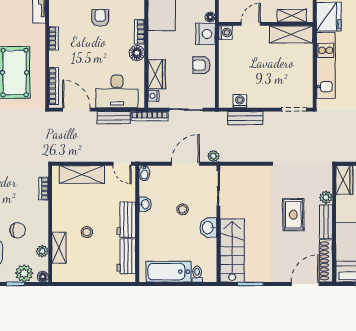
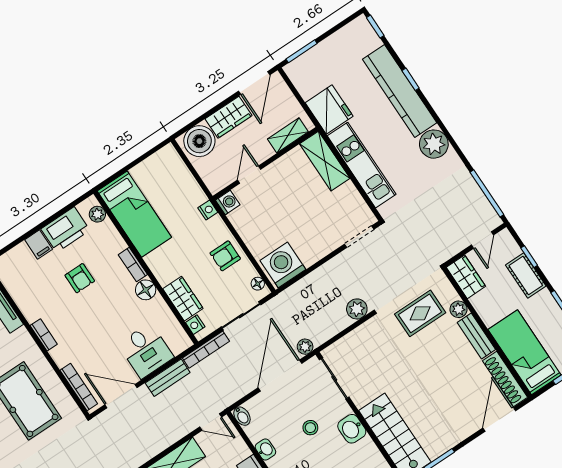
floor lamp: (210, 17) -> (258, 284), moved
armchair: (100, 18) -> (80, 278), turned 180
nightstand: (205, 34) -> (208, 210), width x0.53, depth x0.56
shelving: (291, 34) -> (325, 161), moved, turned 90
desk: (117, 91) -> (146, 351), width x0.73
washing machine: (240, 101) -> (283, 265), width x1.89, depth x1.89
bench: (245, 118) -> (312, 282), removed
plant: (262, 154) -> (357, 309), added
door: (185, 164) -> (280, 376), width x1.36
rug: (293, 215) -> (420, 313), moved, turned 90

